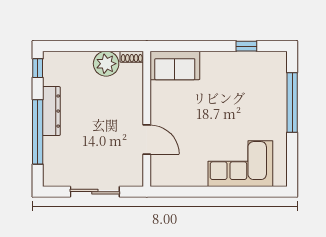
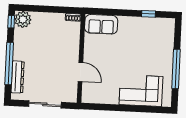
plant: (106, 64) -> (23, 19), moved
window: (292, 102) -> (176, 69), moved
dresser: (51, 111) -> (18, 77), moved

